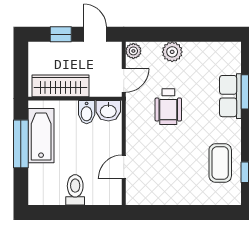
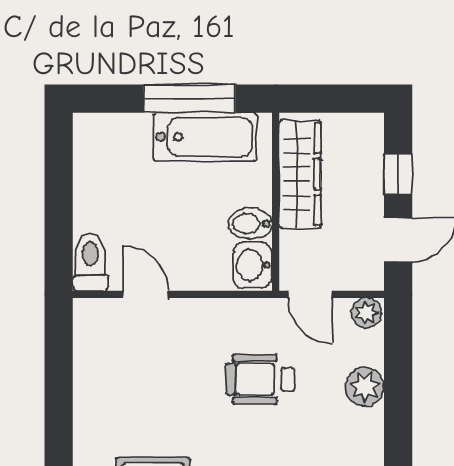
toilet: (75, 190) -> (90, 262), moved, turned -90

